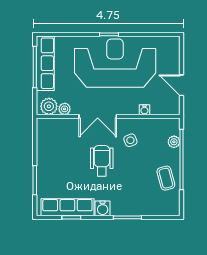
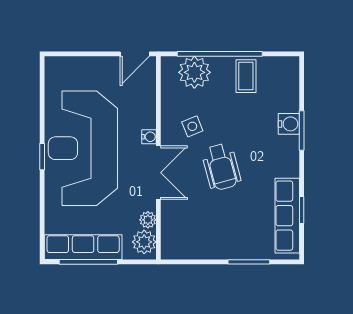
door: (182, 85) -> (135, 54), moved
water cooler: (144, 110) -> (149, 137), moved
plant: (174, 142) -> (194, 72), width x1.88, depth x1.88
wheelchair: (102, 161) -> (221, 167), turned -105
coffee table: (166, 178) -> (246, 76), turned -75
water cooler: (103, 208) -> (289, 124), moved

